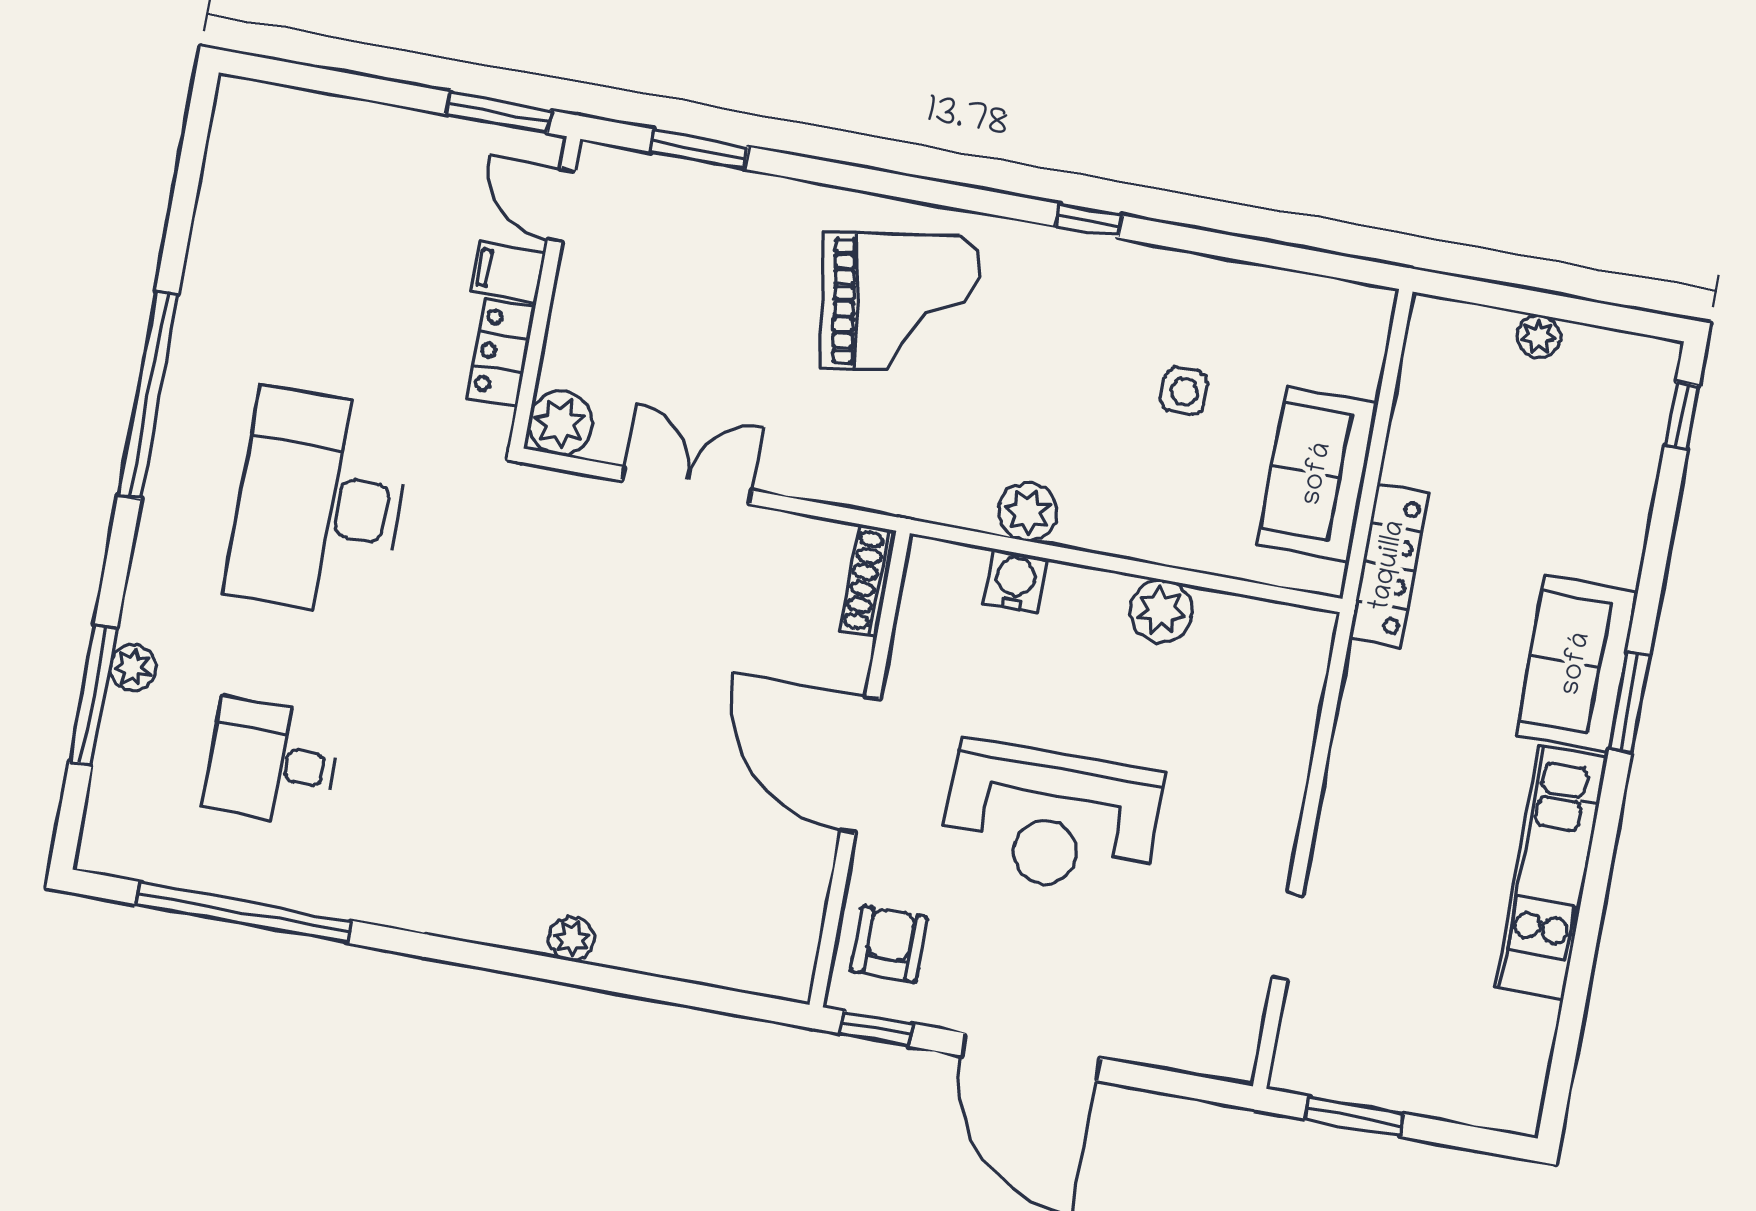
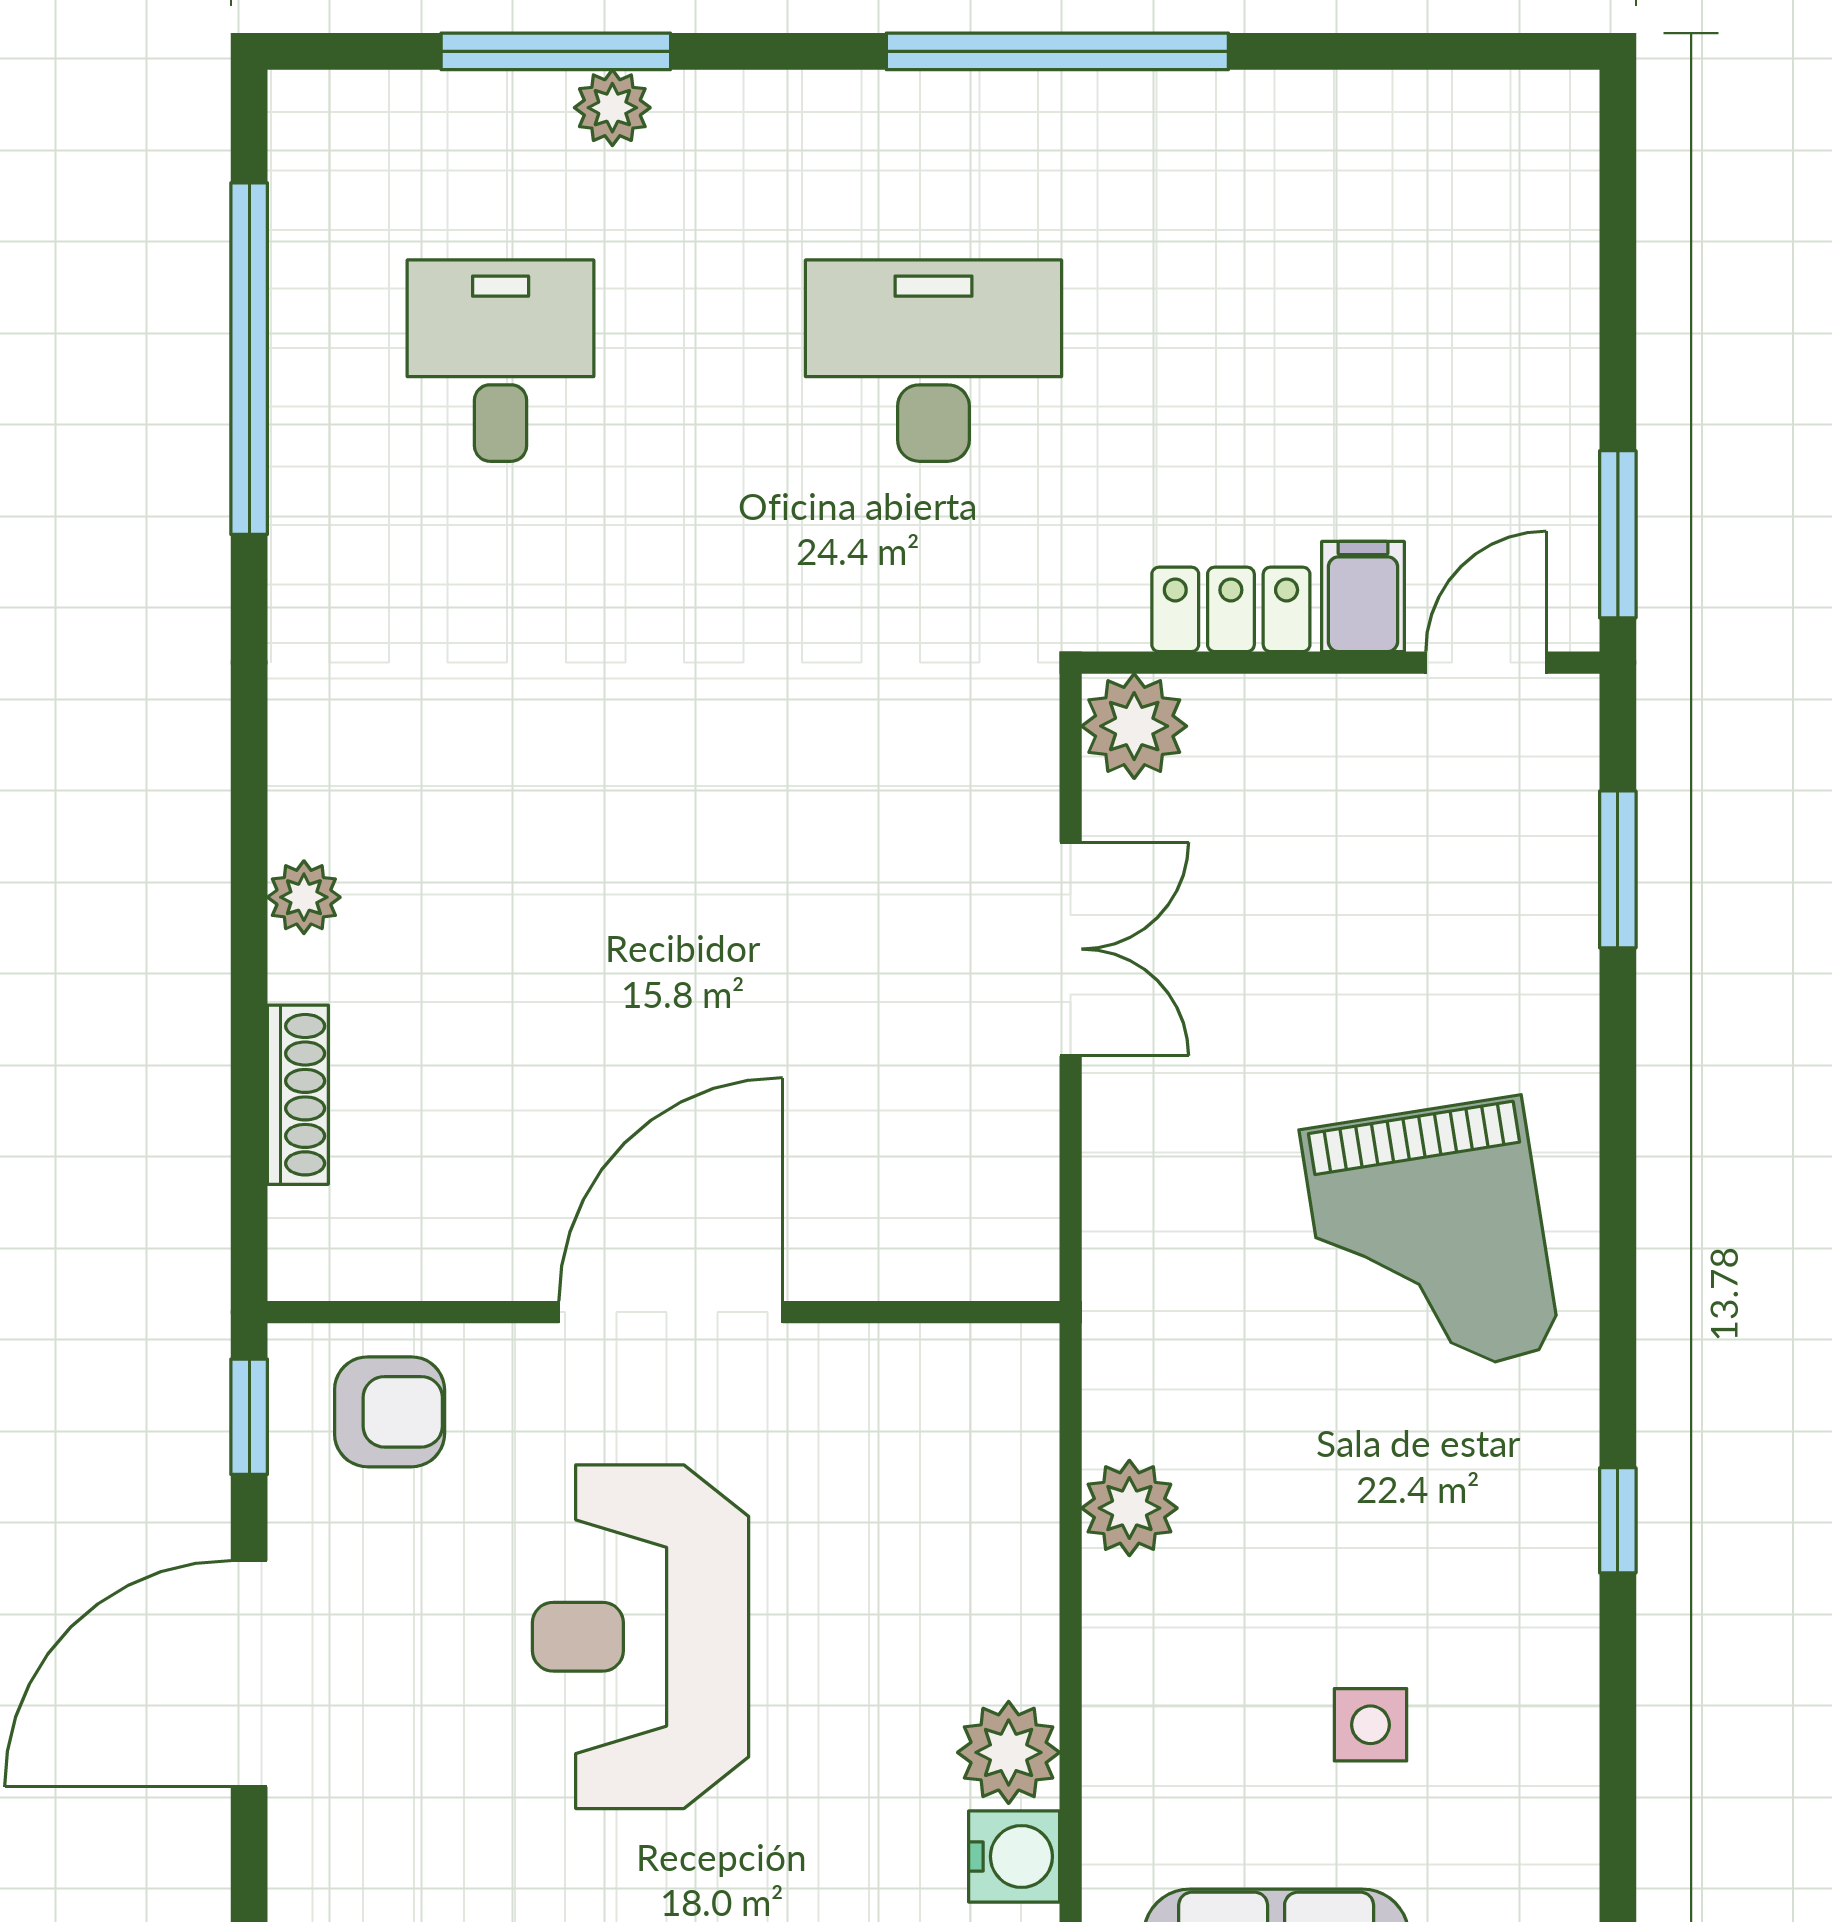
desk: (320, 503) -> (933, 361), width x0.73, depth x0.77
shoe rack: (868, 581) -> (298, 1095), moved, turned 90
water cooler: (1015, 581) -> (1014, 1856), moved

